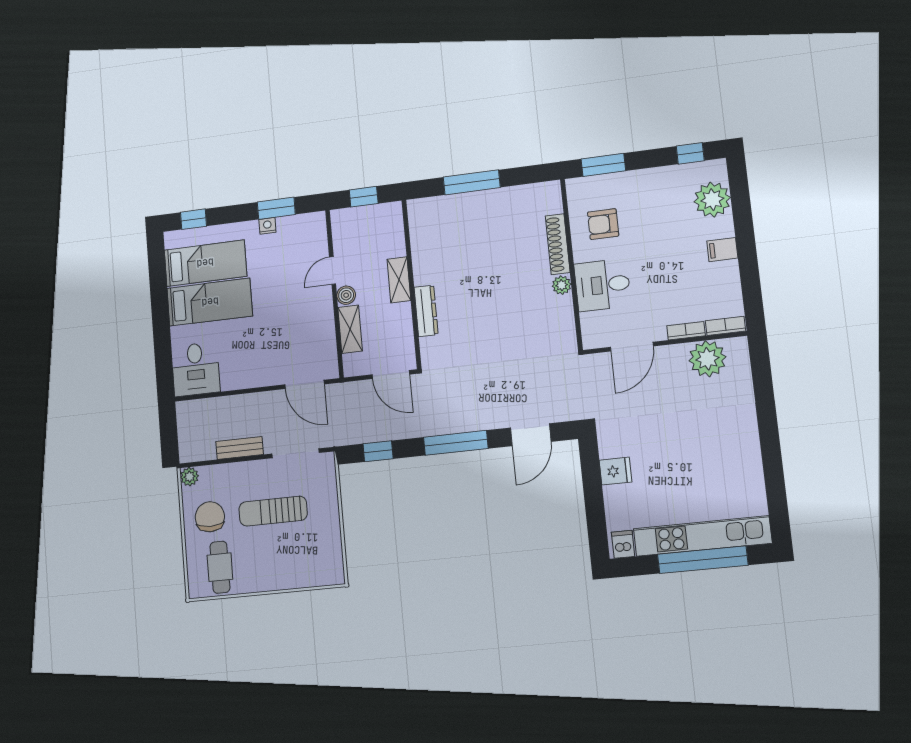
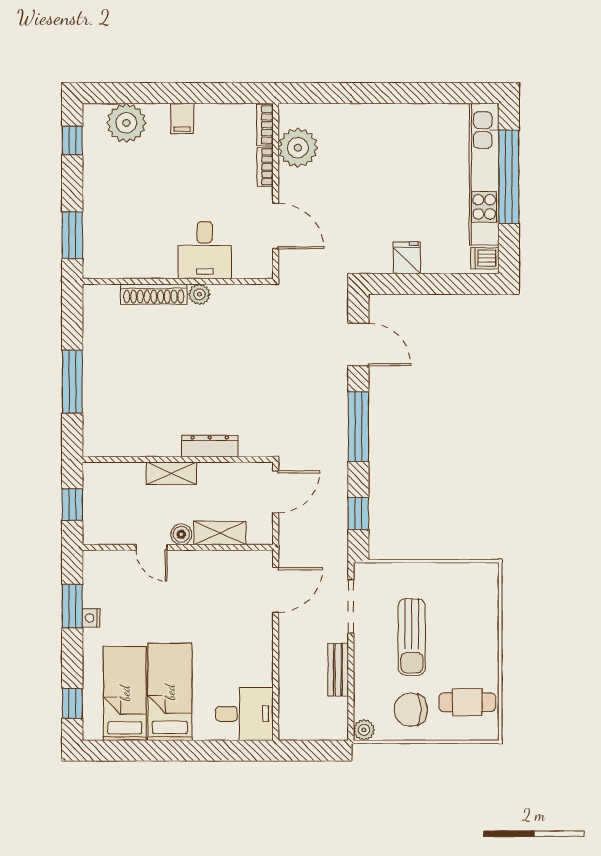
armchair: (603, 224) -> (138, 242), removed

